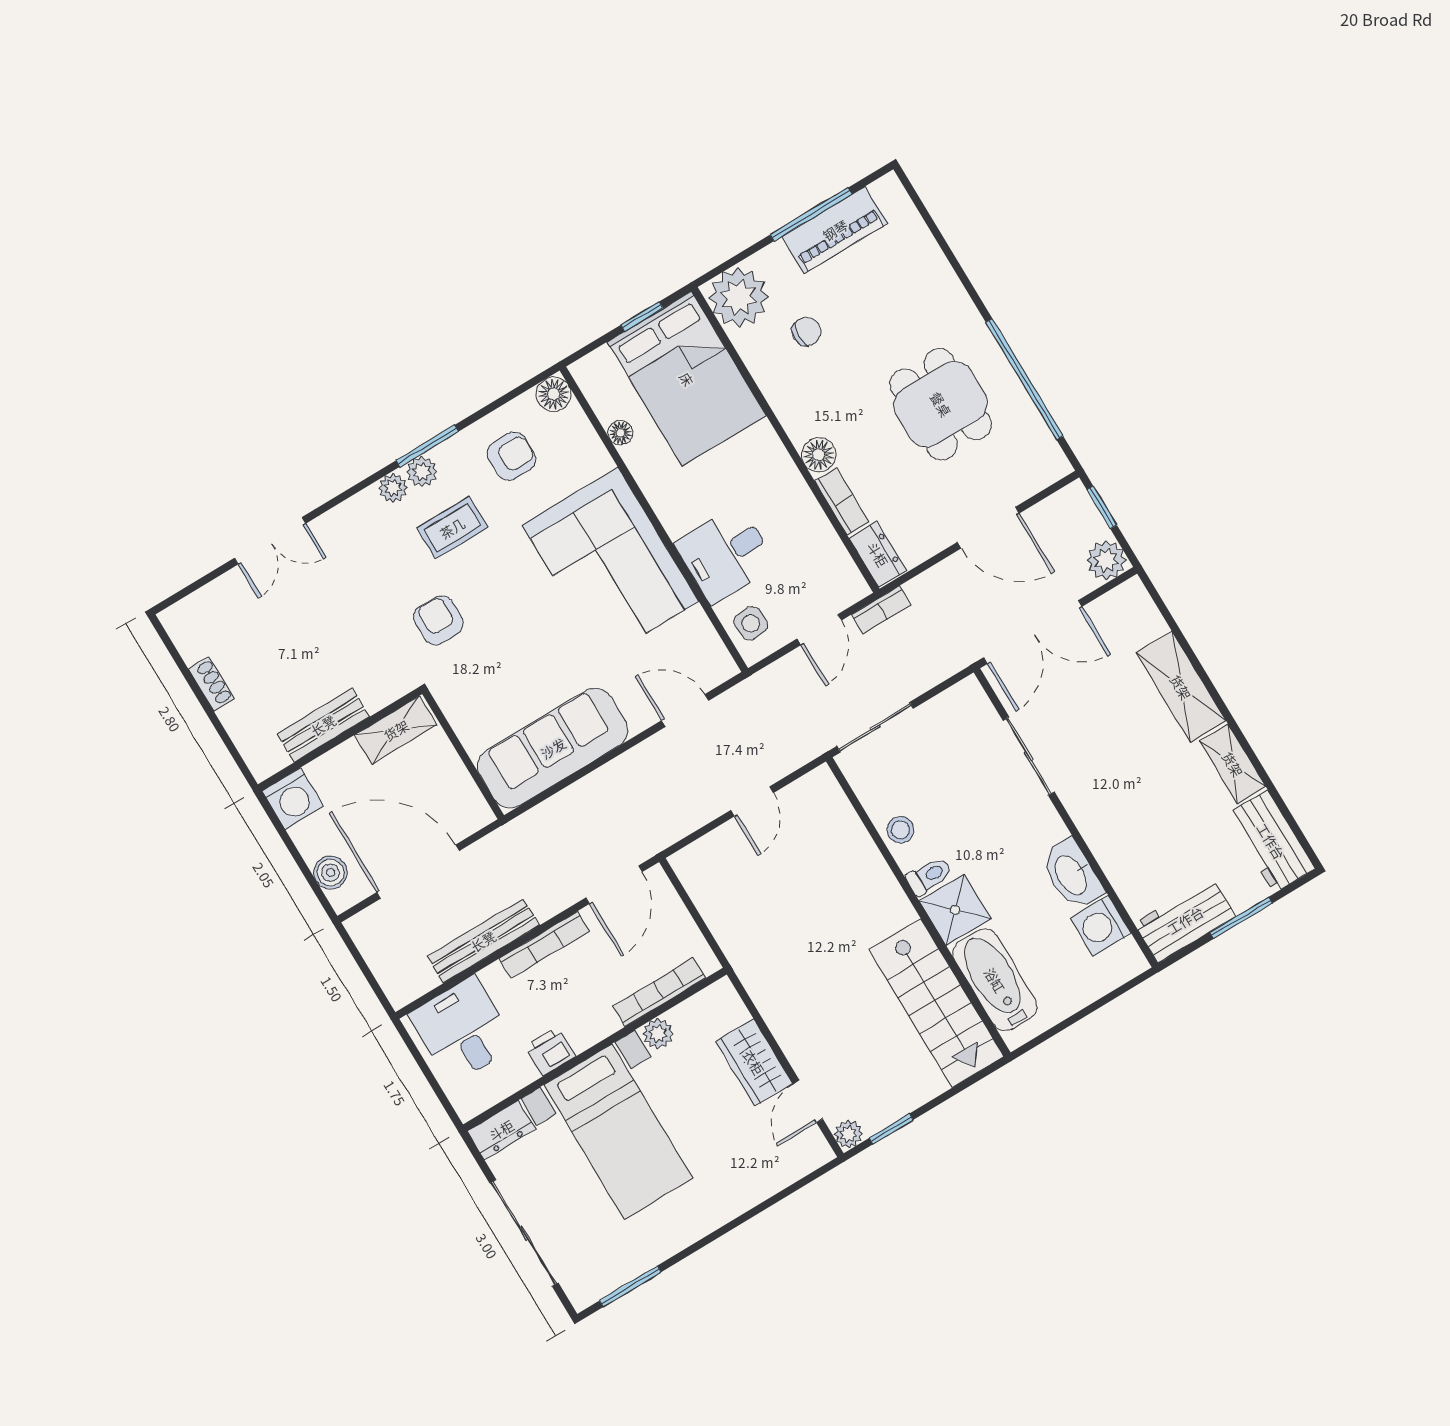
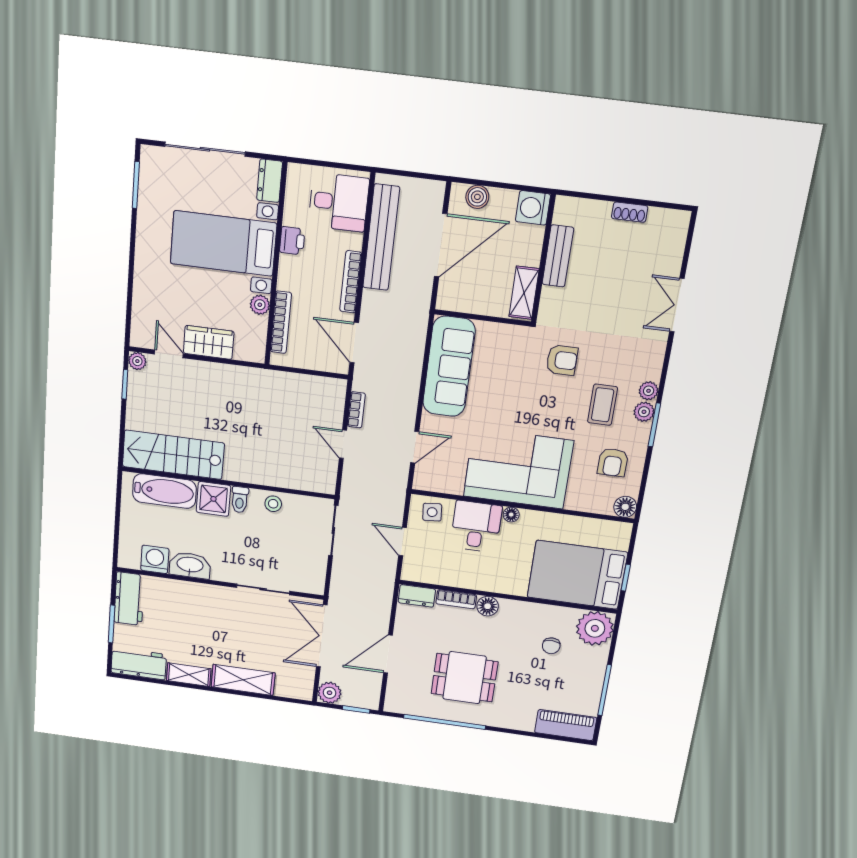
piano: (835, 230) -> (566, 725), moved, turned 90
floor lamp: (620, 433) -> (511, 515), moved
bookcase: (881, 610) -> (356, 410), moved, turned 180
bench: (483, 941) -> (381, 237), width x1.37, depth x1.21

